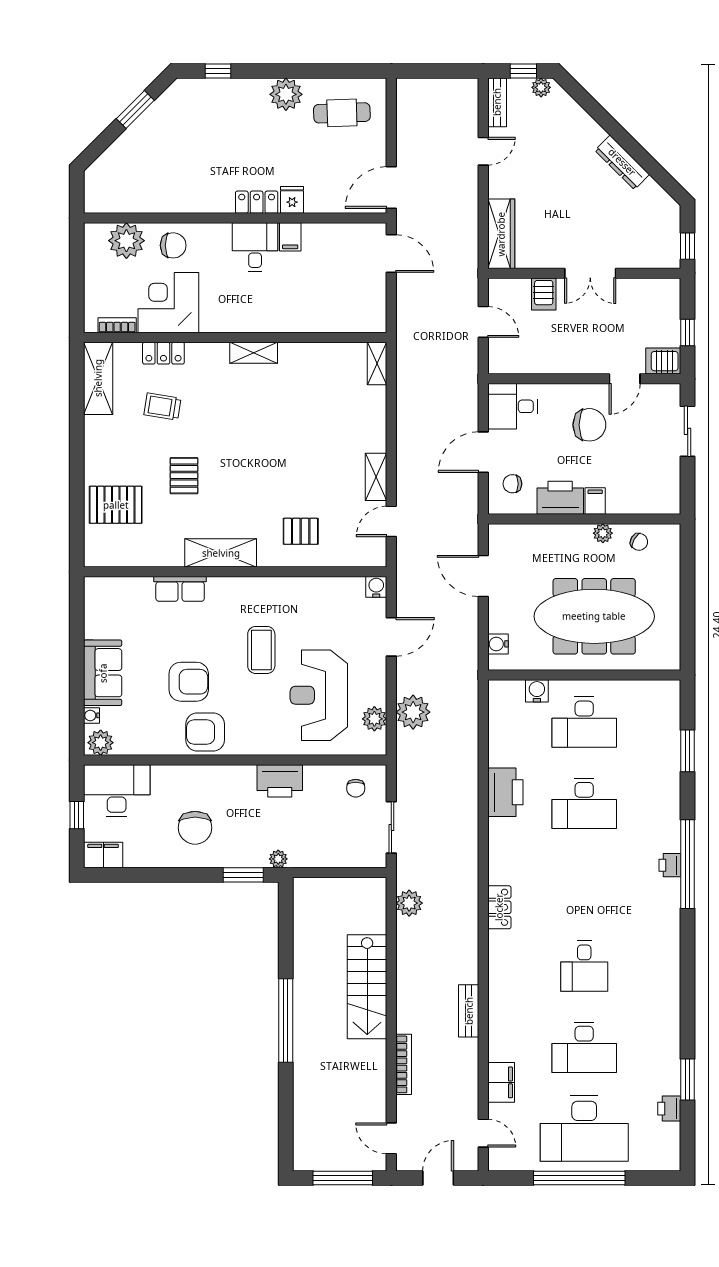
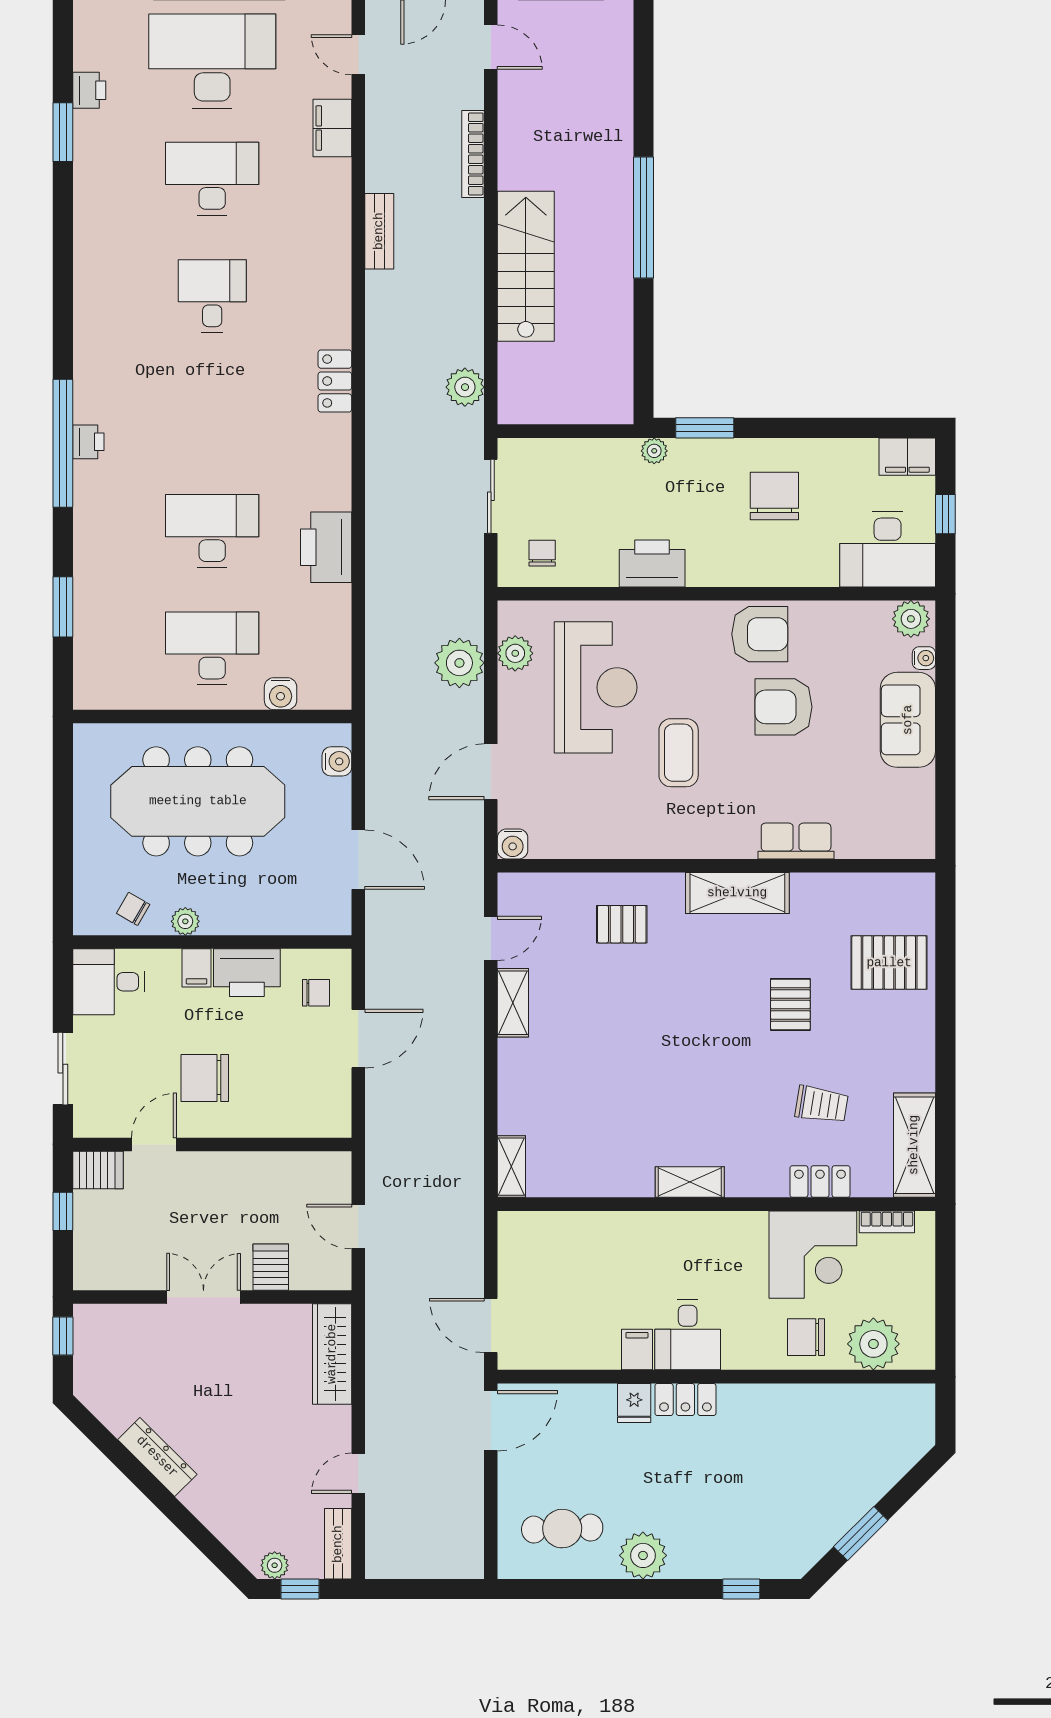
desk: (512, 406) -> (109, 982), moved, turned 180

